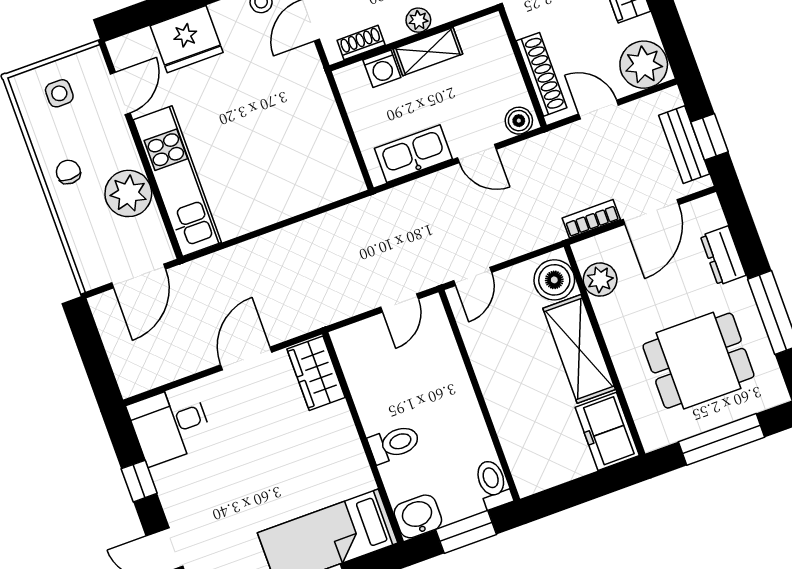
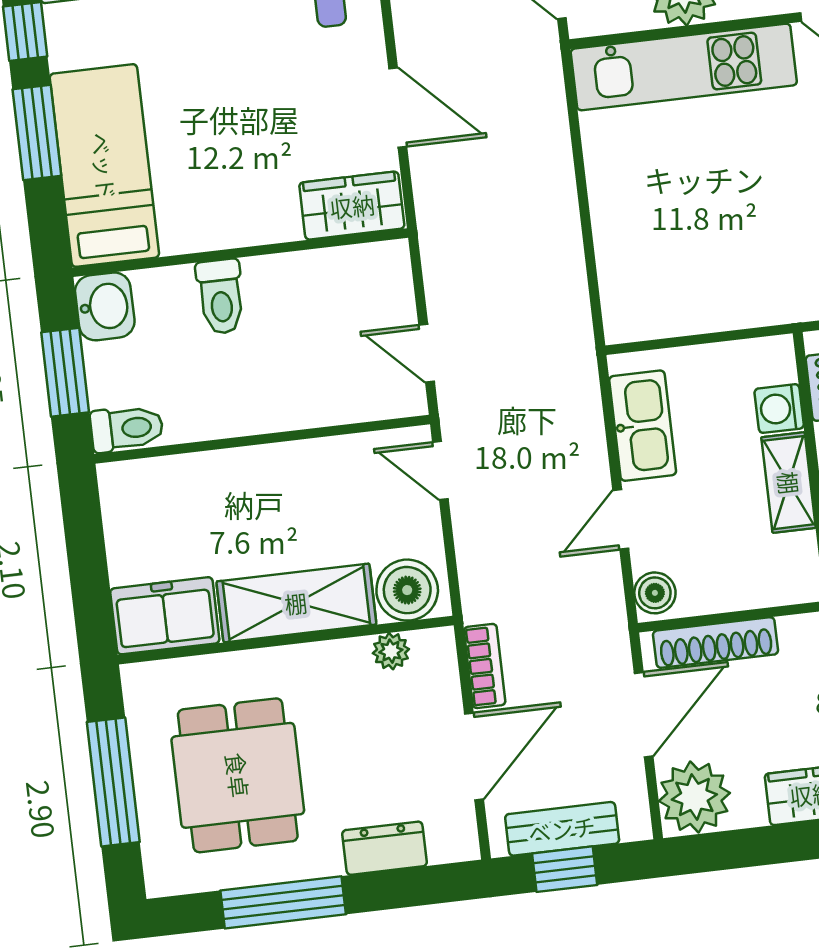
door: (599, 109) -> (644, 715), width x1.38
door: (651, 212) -> (474, 756), swing flipped
plant: (600, 280) -> (391, 651), width x0.73, depth x0.73

